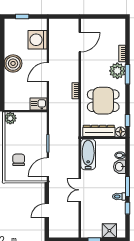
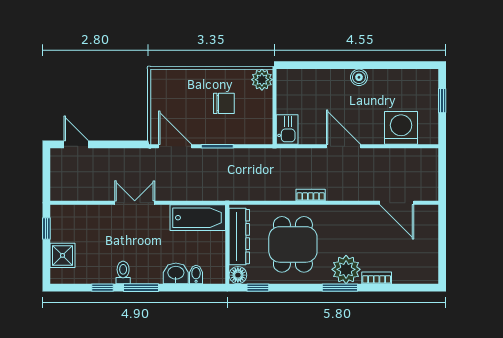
boiler: (13, 63) -> (359, 77), width x0.54, depth x0.54
chair: (19, 160) -> (224, 103), moved
door: (47, 211) -> (76, 144), moved

